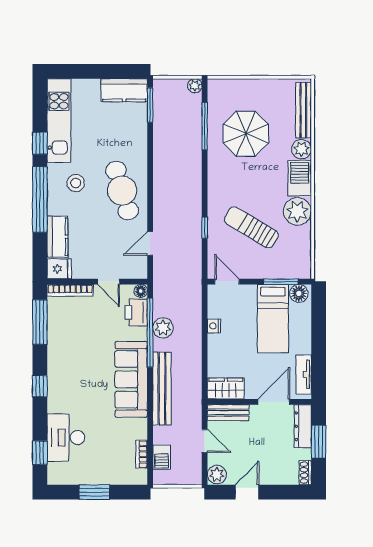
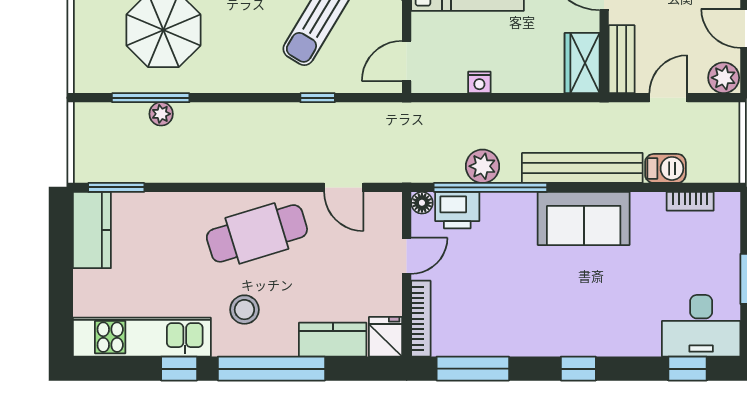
plant: (195, 86) -> (161, 114), moved
sofa: (131, 379) -> (584, 219), width x0.73
desk: (66, 438) -> (701, 326), moved
barbecue: (162, 457) -> (665, 168), moved

